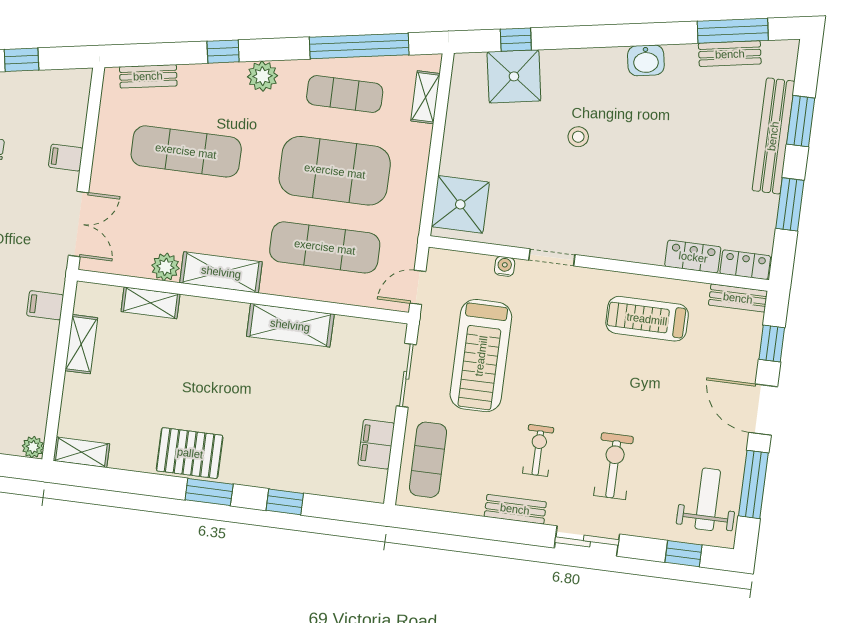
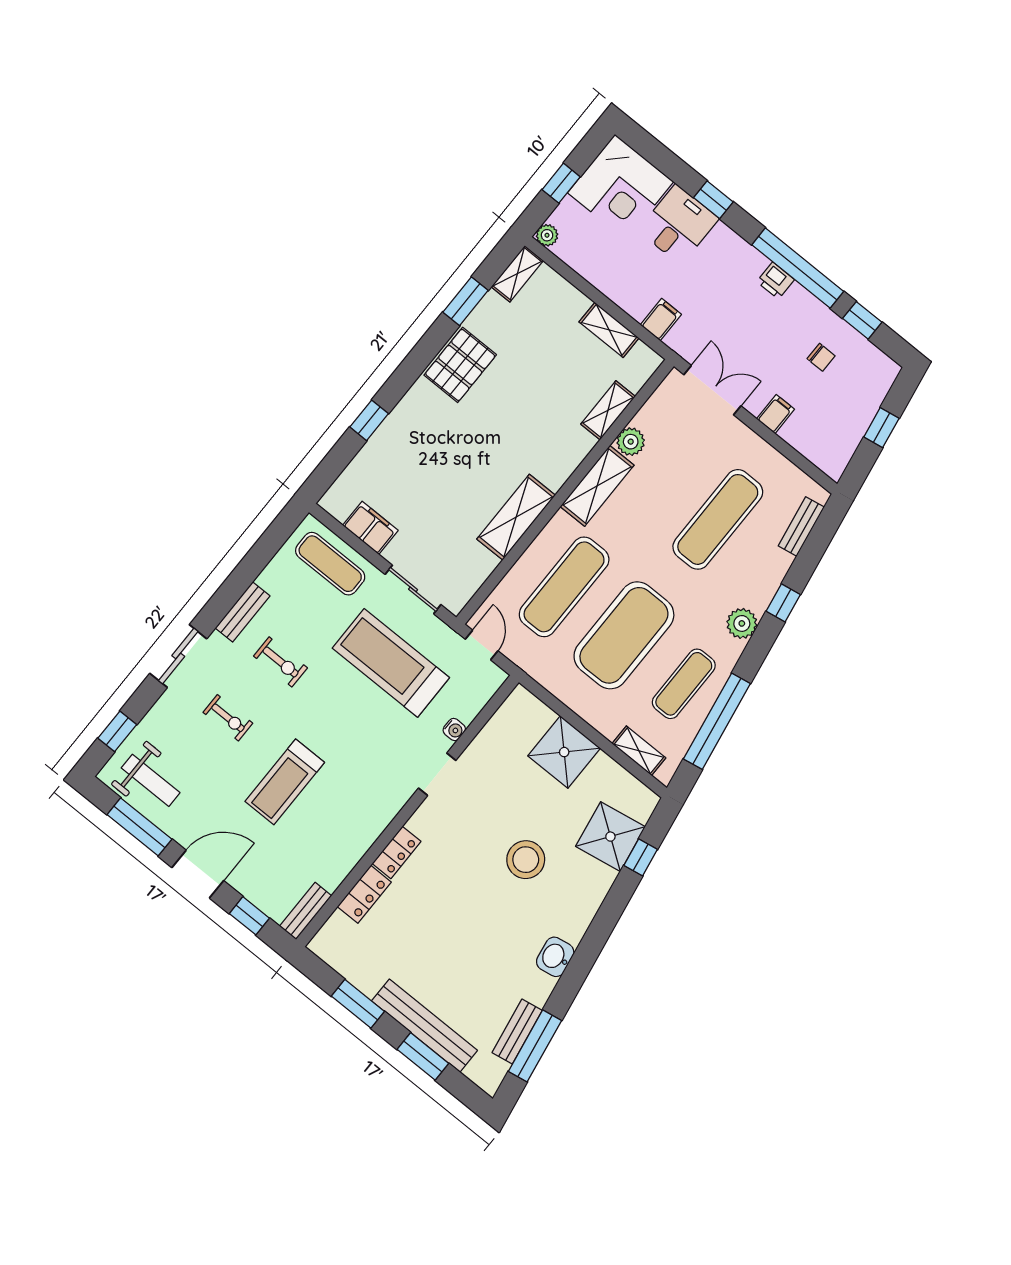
stool: (578, 137) -> (526, 860), width x1.89, depth x1.89
shower: (460, 204) -> (564, 752), moved
double door: (78, 224) -> (712, 390), swing flipped
locker: (745, 265) -> (396, 852), moved
treadmill: (647, 319) -> (285, 782), moved, turned 180
exercise bike: (614, 466) -> (228, 718), width x0.73, depth x0.72
window: (209, 492) -> (466, 301), moved

